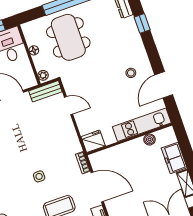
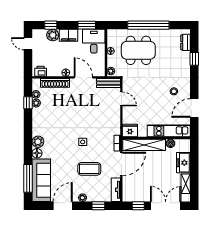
dining table: (68, 37) -> (138, 50), turned 90
shelving: (117, 153) -> (144, 145), added
door: (97, 187) -> (121, 164), hinge flipped

